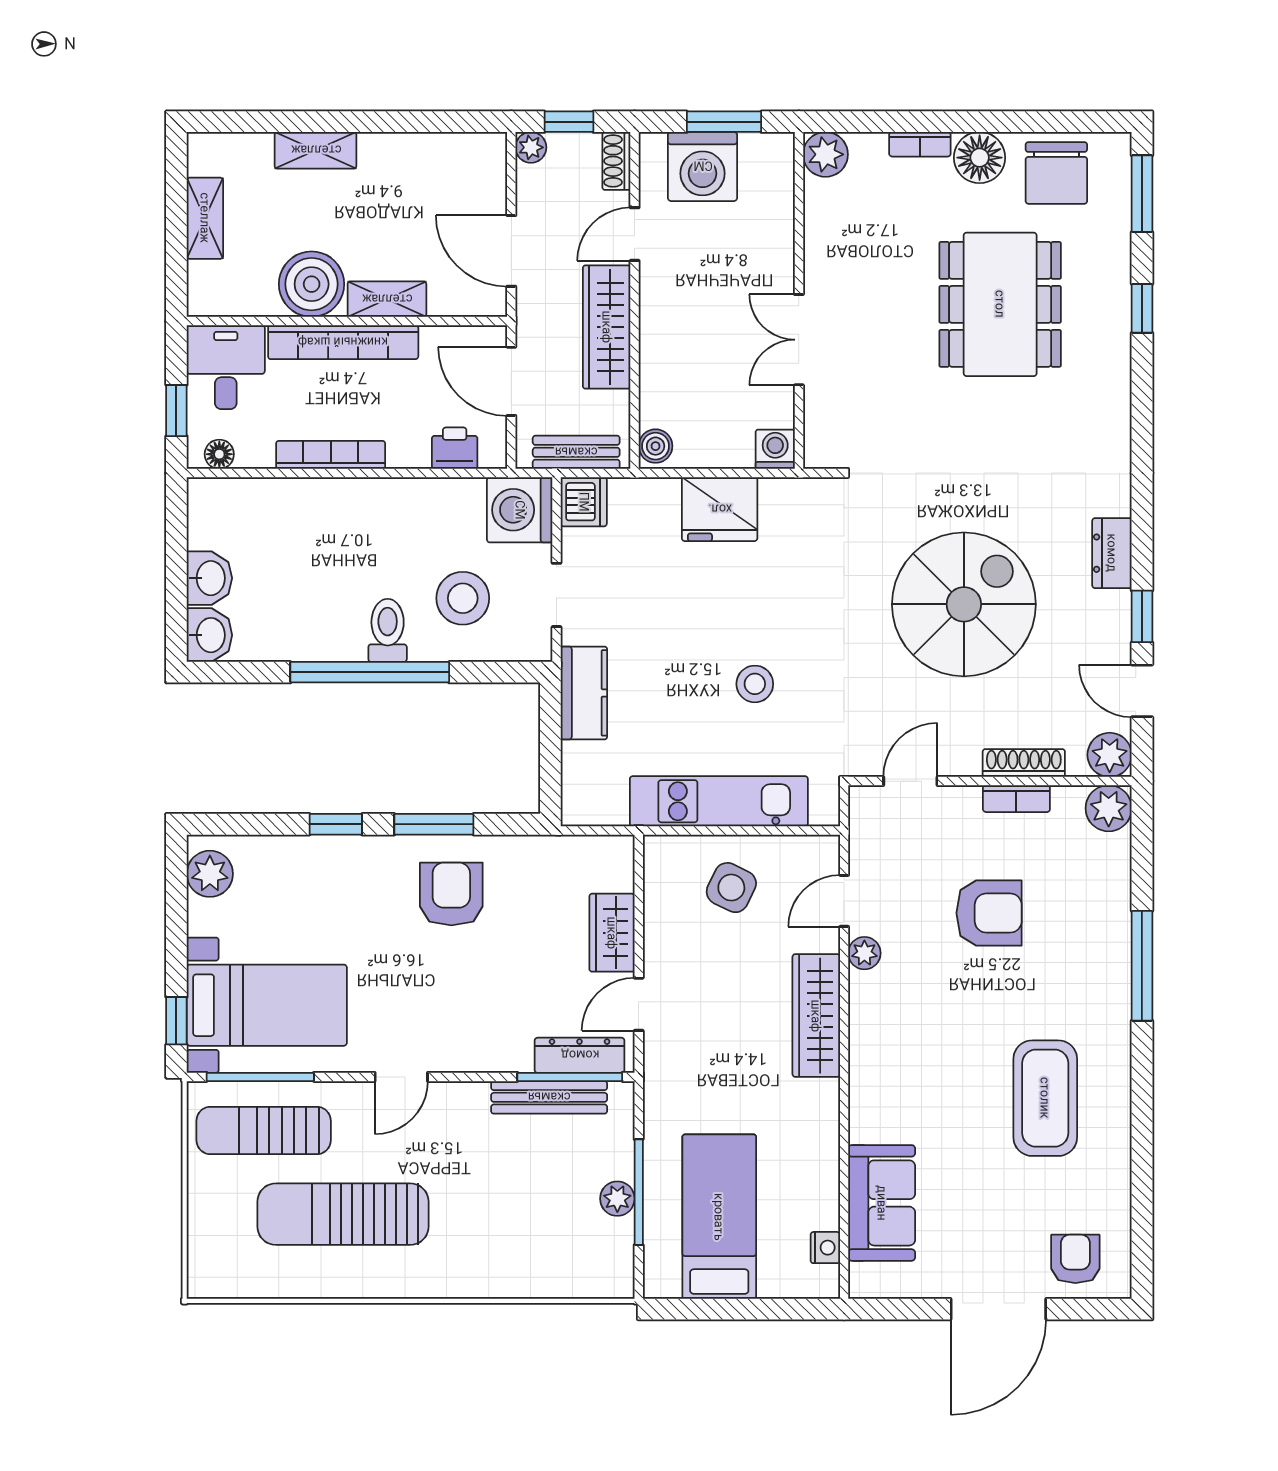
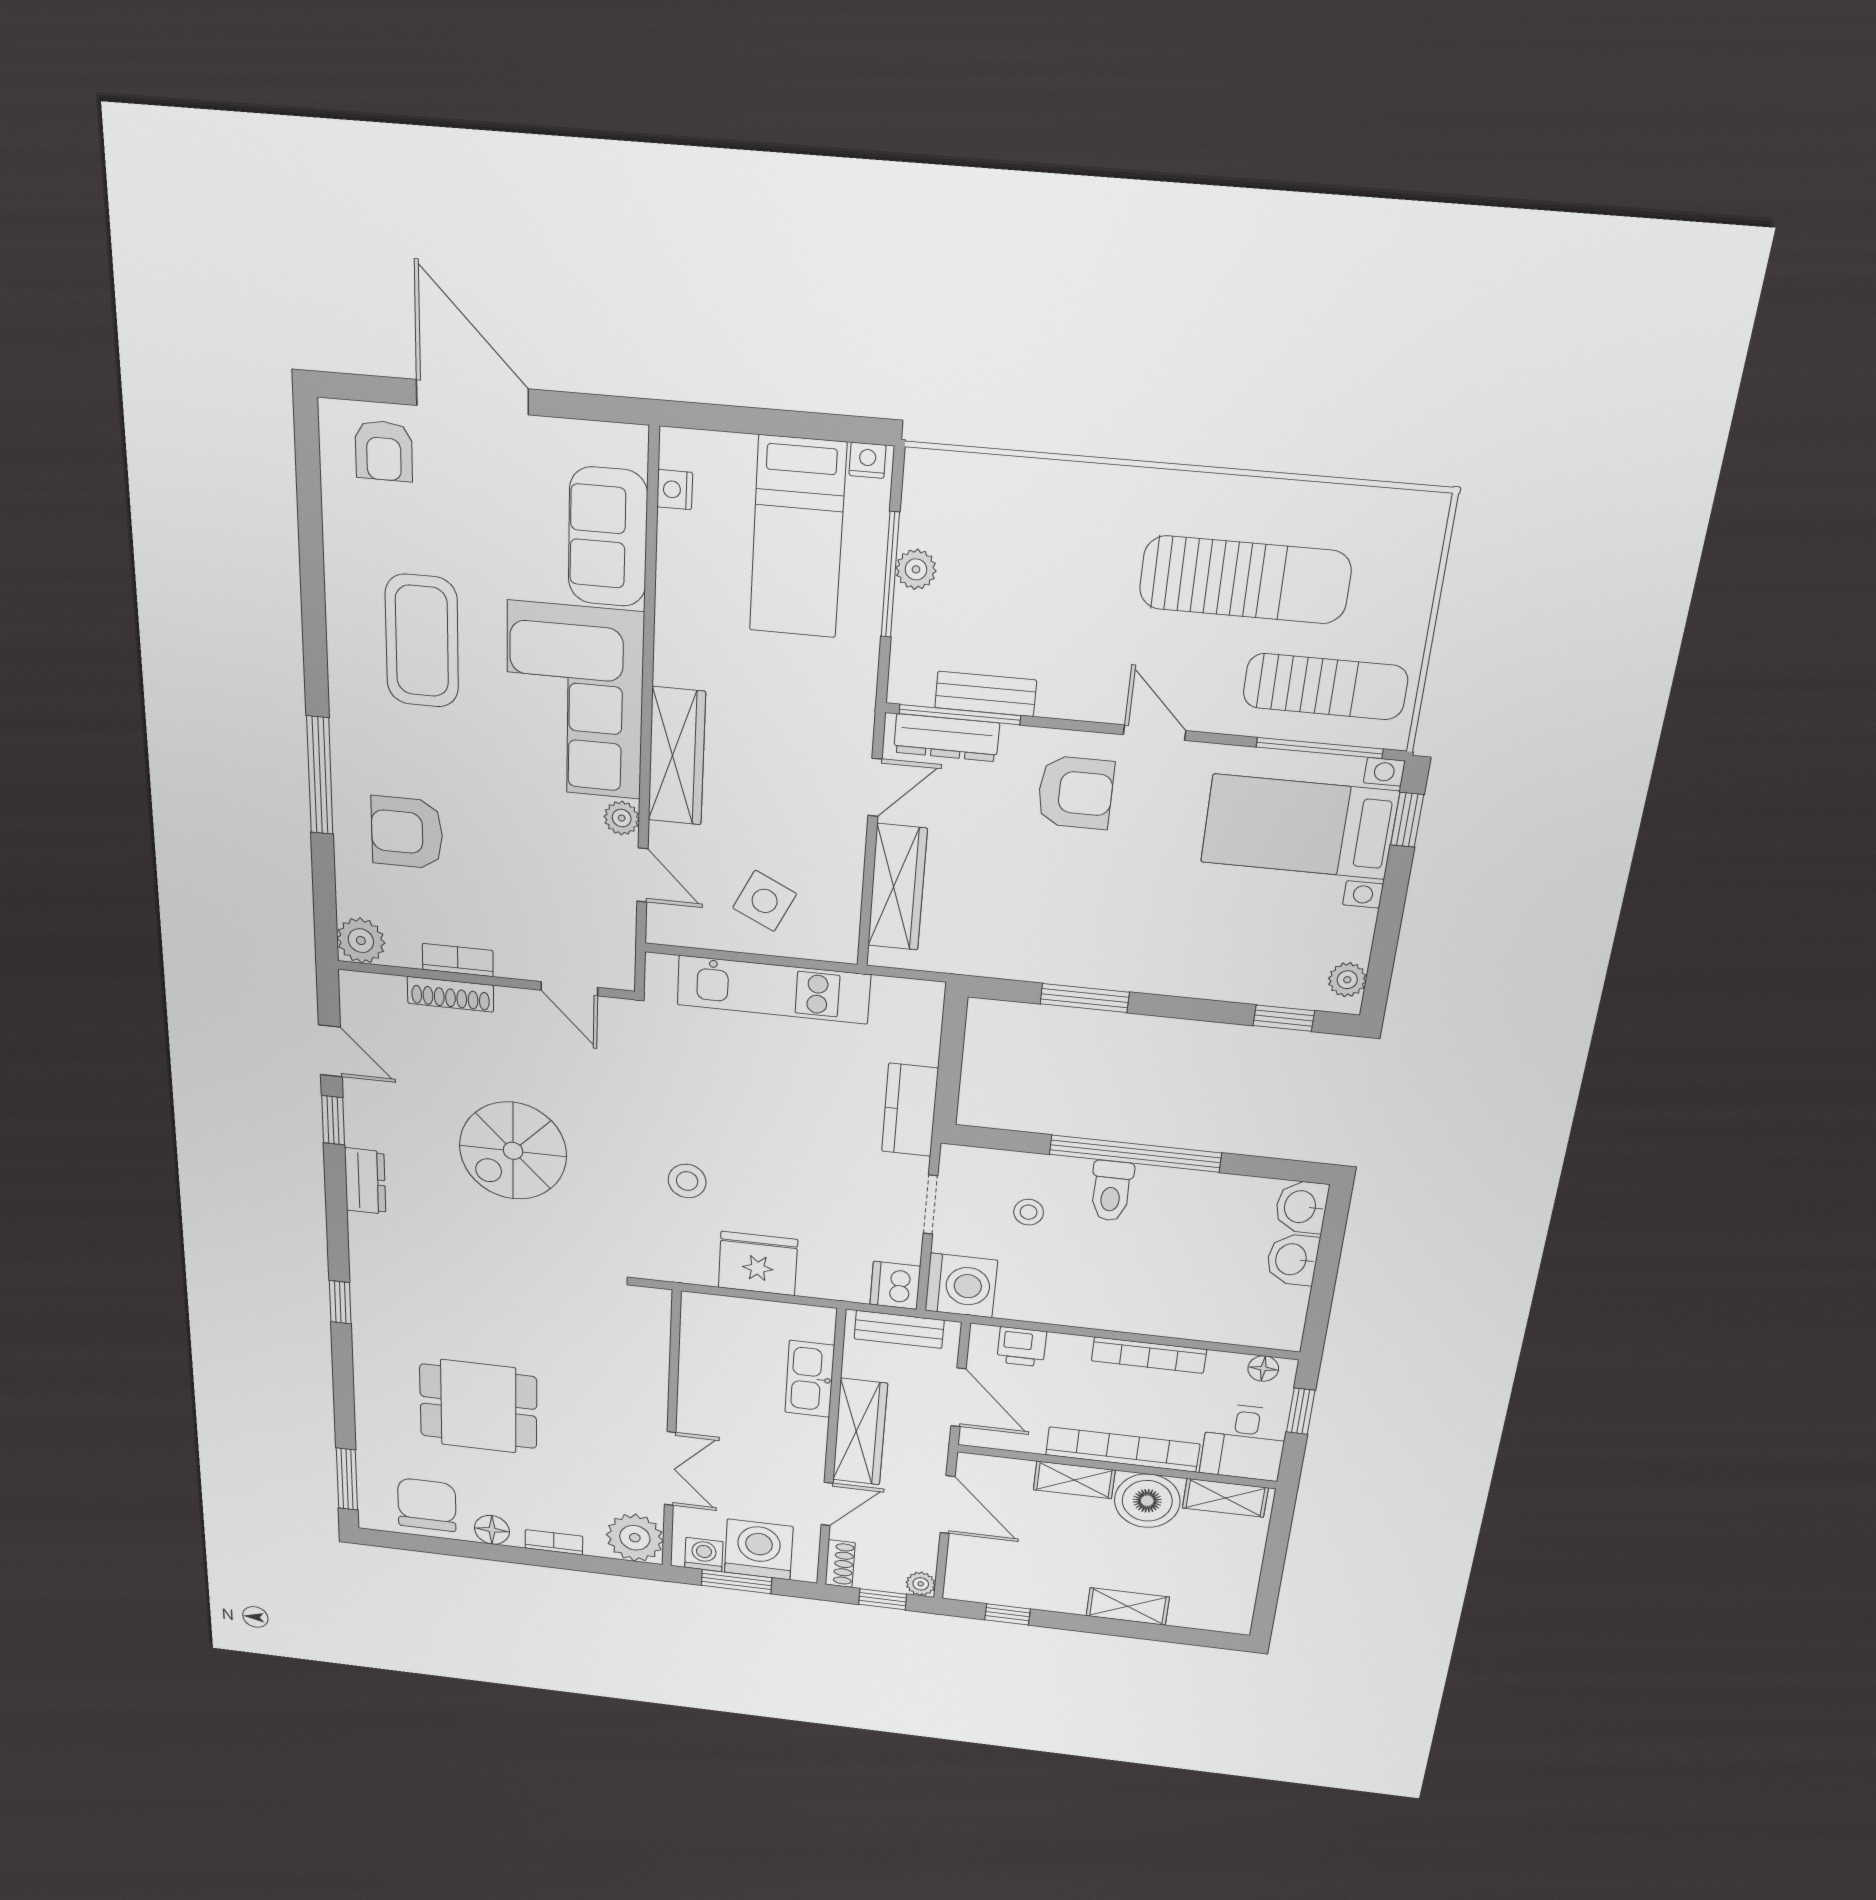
window: (438, 122) -> (1007, 1614), added
plant: (825, 154) -> (635, 1538), width x1.36, depth x1.36
floor lamp: (980, 158) -> (492, 1530), width x0.73, depth x0.73
shelving: (205, 218) -> (1225, 1498), moved, turned 90
dining table: (1000, 304) -> (478, 1406), width x0.73
window: (1142, 308) -> (340, 1302), moved
double door: (799, 340) -> (670, 1469), moved
kitchen sink: (661, 383) -> (810, 1379), added
boiler: (656, 446) -> (819, 1326), removed
washing machine: (775, 449) -> (704, 1555), moved, turned 180
stool: (463, 598) -> (1029, 1212), width x0.53, depth x0.53
spiral stairs: (964, 604) -> (513, 1151), width x0.73, depth x0.73
stool: (755, 684) -> (687, 1181), moved
plant: (1110, 755) -> (362, 993), removed
door: (910, 781) -> (569, 989), hinge flipped
window: (336, 824) -> (1284, 1018), moved
plant: (210, 874) -> (1347, 980), width x0.73, depth x0.73
armchair: (451, 894) -> (1075, 793), moved, turned -90
door: (844, 901) -> (642, 875), hinge flipped
armchair: (989, 913) -> (407, 833), moved
wardrobe: (612, 933) -> (897, 887), width x1.50
corner sofa: (909, 1057) -> (575, 701), added
door: (401, 1077) -> (1155, 733), hinge flipped
bench: (549, 1097) -> (986, 694), width x0.73
nightstand: (664, 1285) -> (867, 460), added
door: (998, 1309) -> (472, 397), hinge flipped

